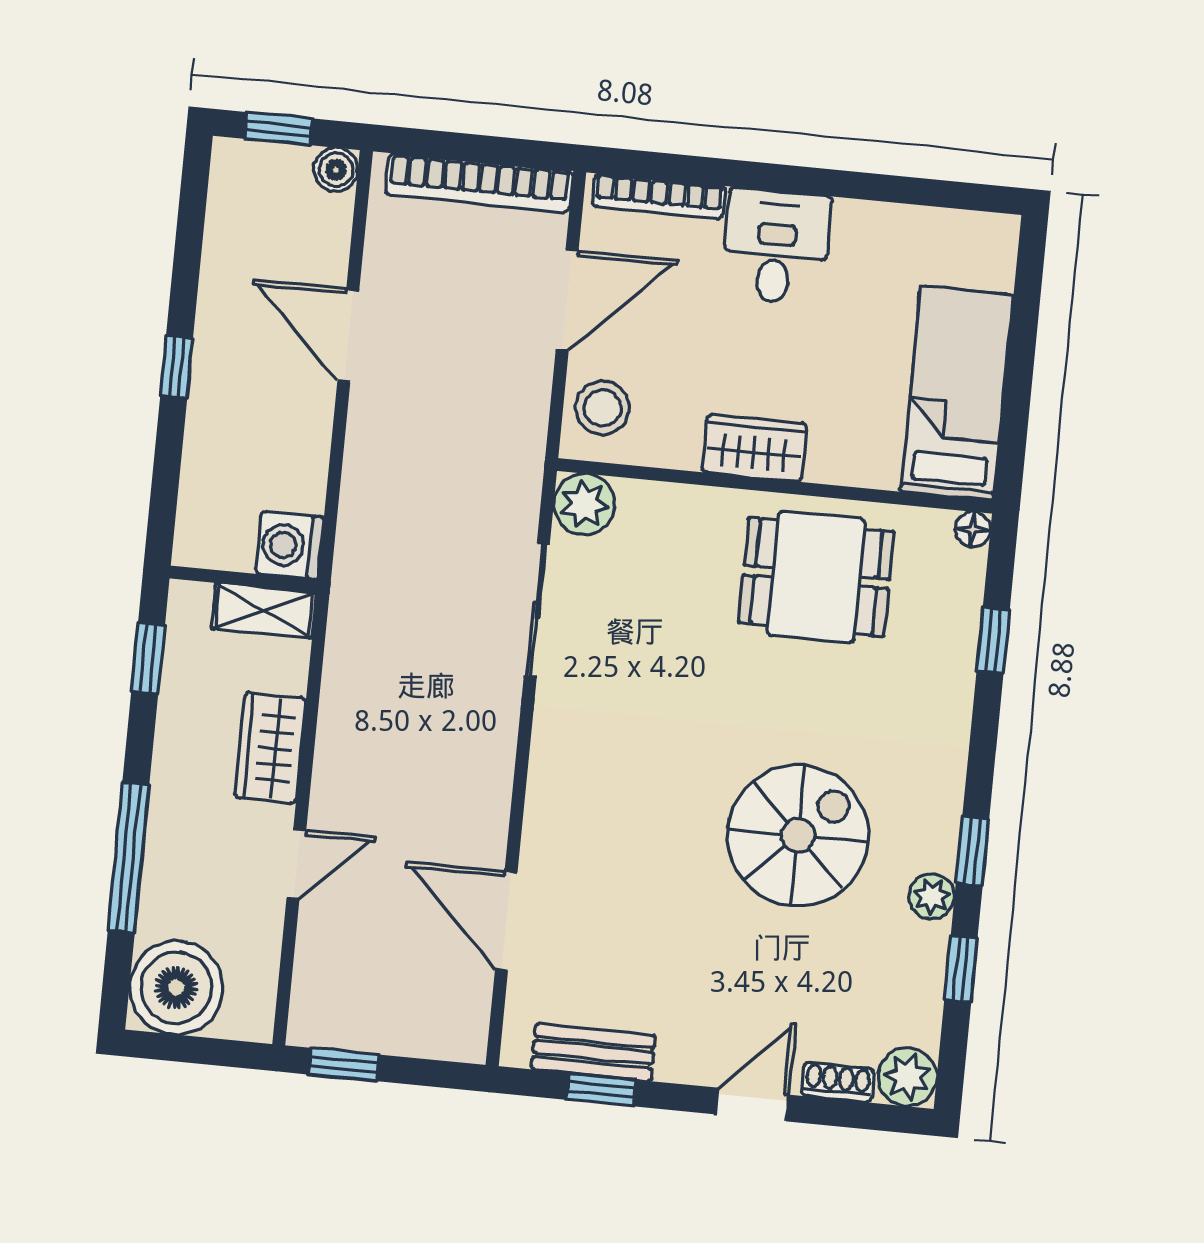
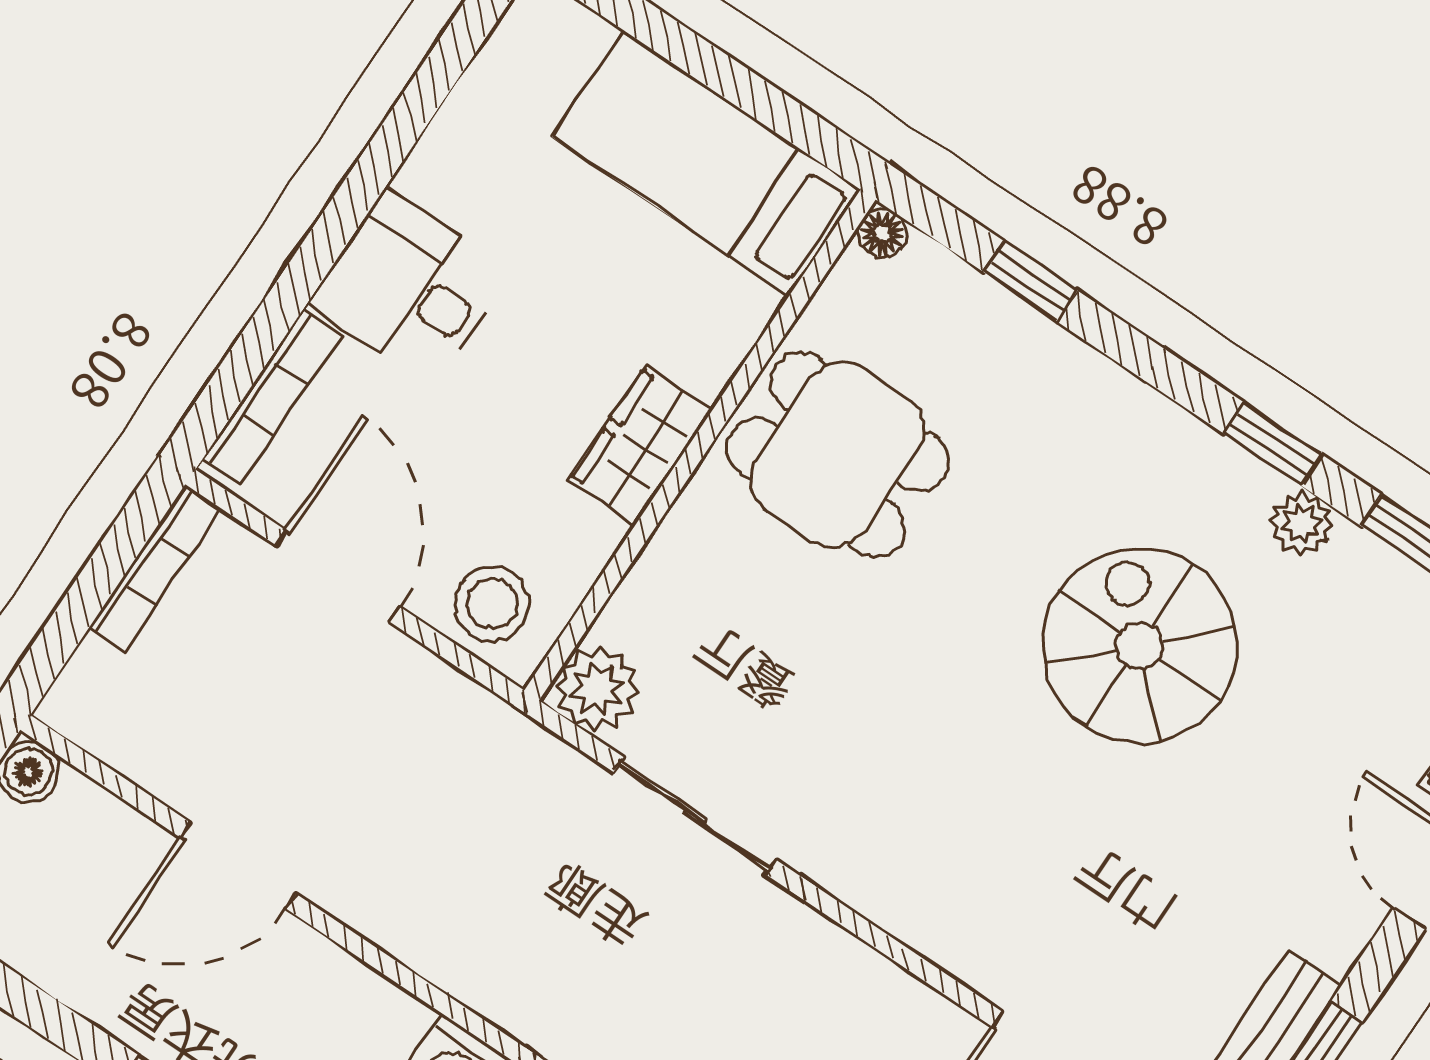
bookcase: (479, 183) -> (155, 568), width x0.68, depth x0.76
dining table: (816, 577) -> (838, 455), turned 90

